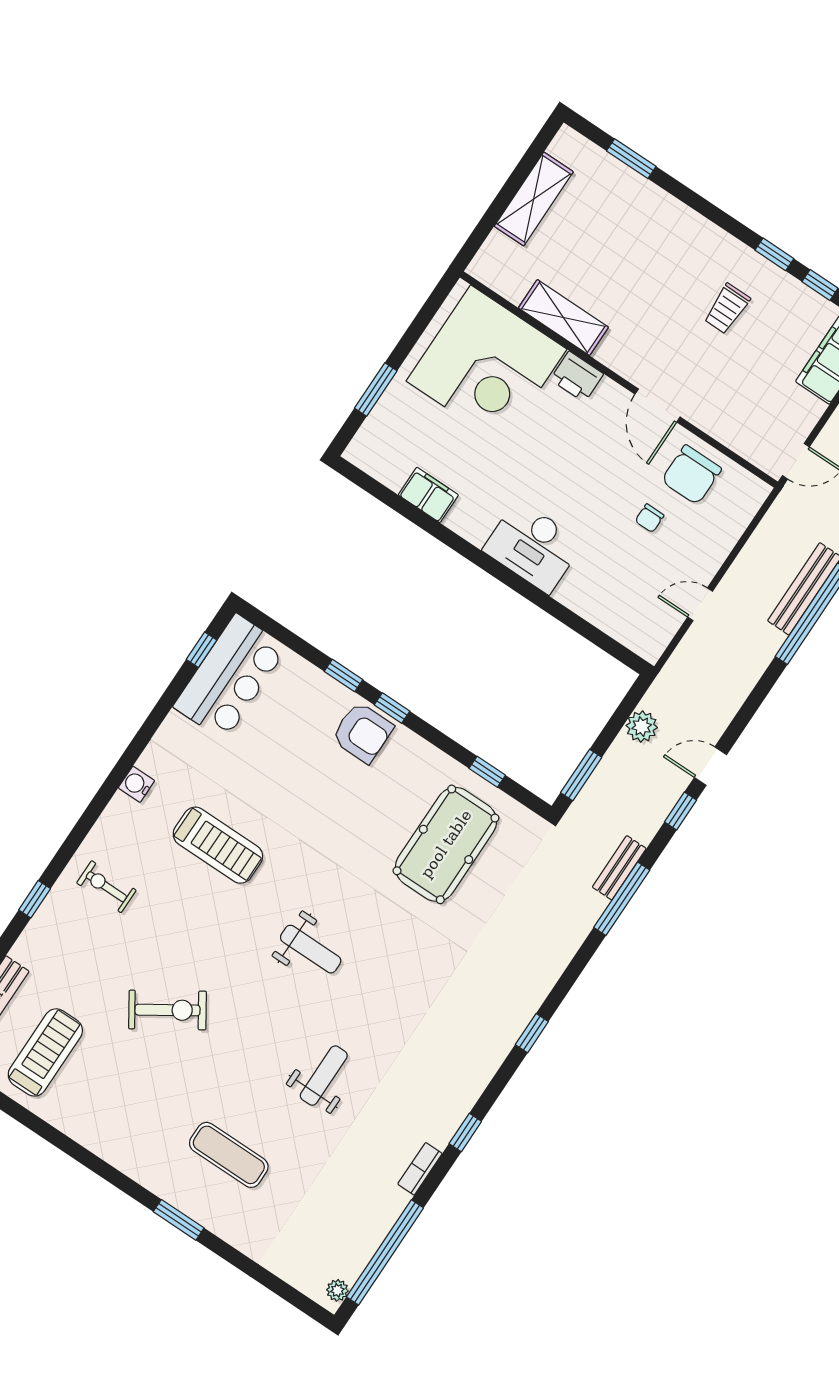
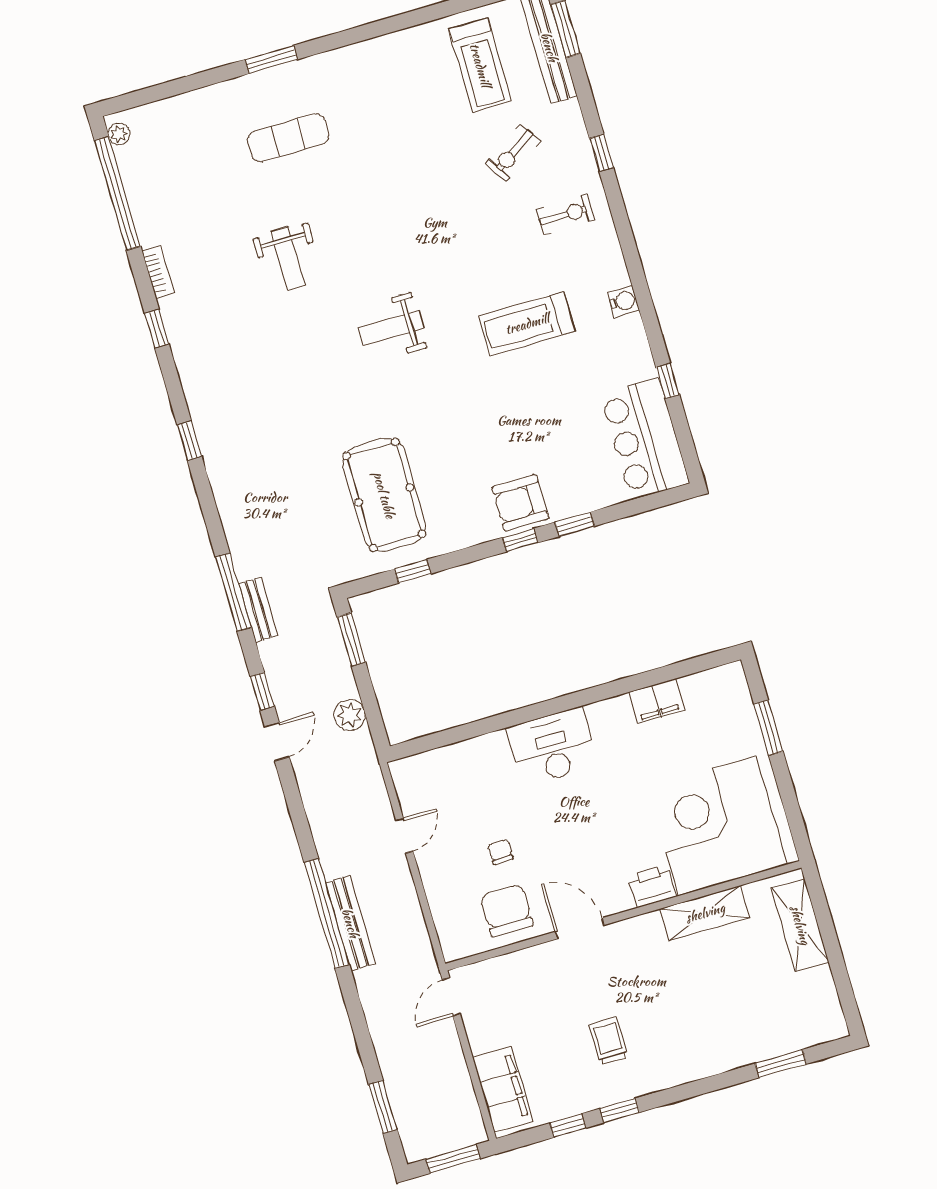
shelving: (534, 199) -> (800, 925), moved
window: (202, 650) -> (668, 381), moved
exercise bike: (167, 1010) -> (513, 152), moved, width x0.73, depth x0.72

